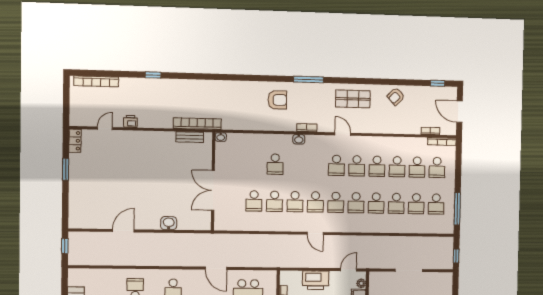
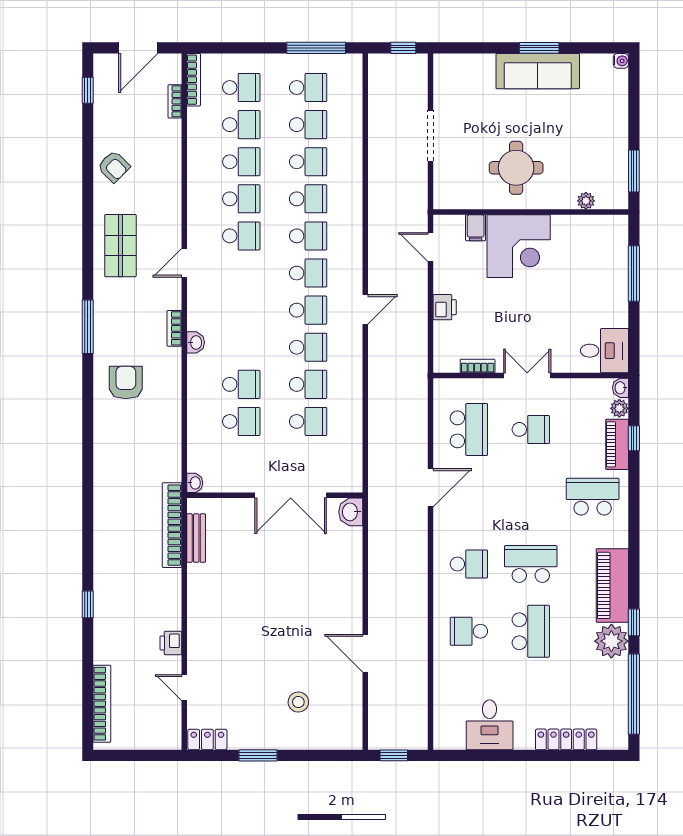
school desk: (336, 165) -> (241, 421), moved
stool: (96, 193) -> (298, 702), added
washbasin: (169, 223) -> (351, 512), moved
printer: (316, 280) -> (445, 307), width x0.53, depth x0.68
plant: (361, 283) -> (455, 223), removed

